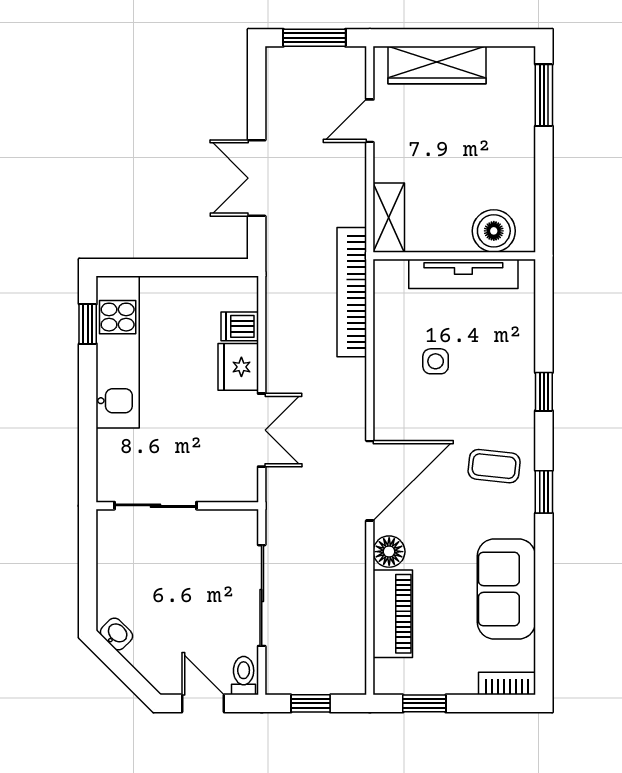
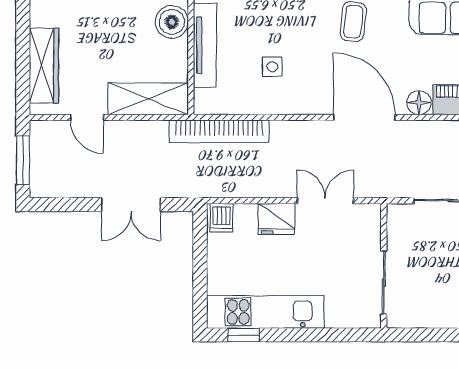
shelving: (389, 218) -> (148, 99), width x1.50, depth x1.33
dishwasher: (240, 326) -> (222, 218), moved

